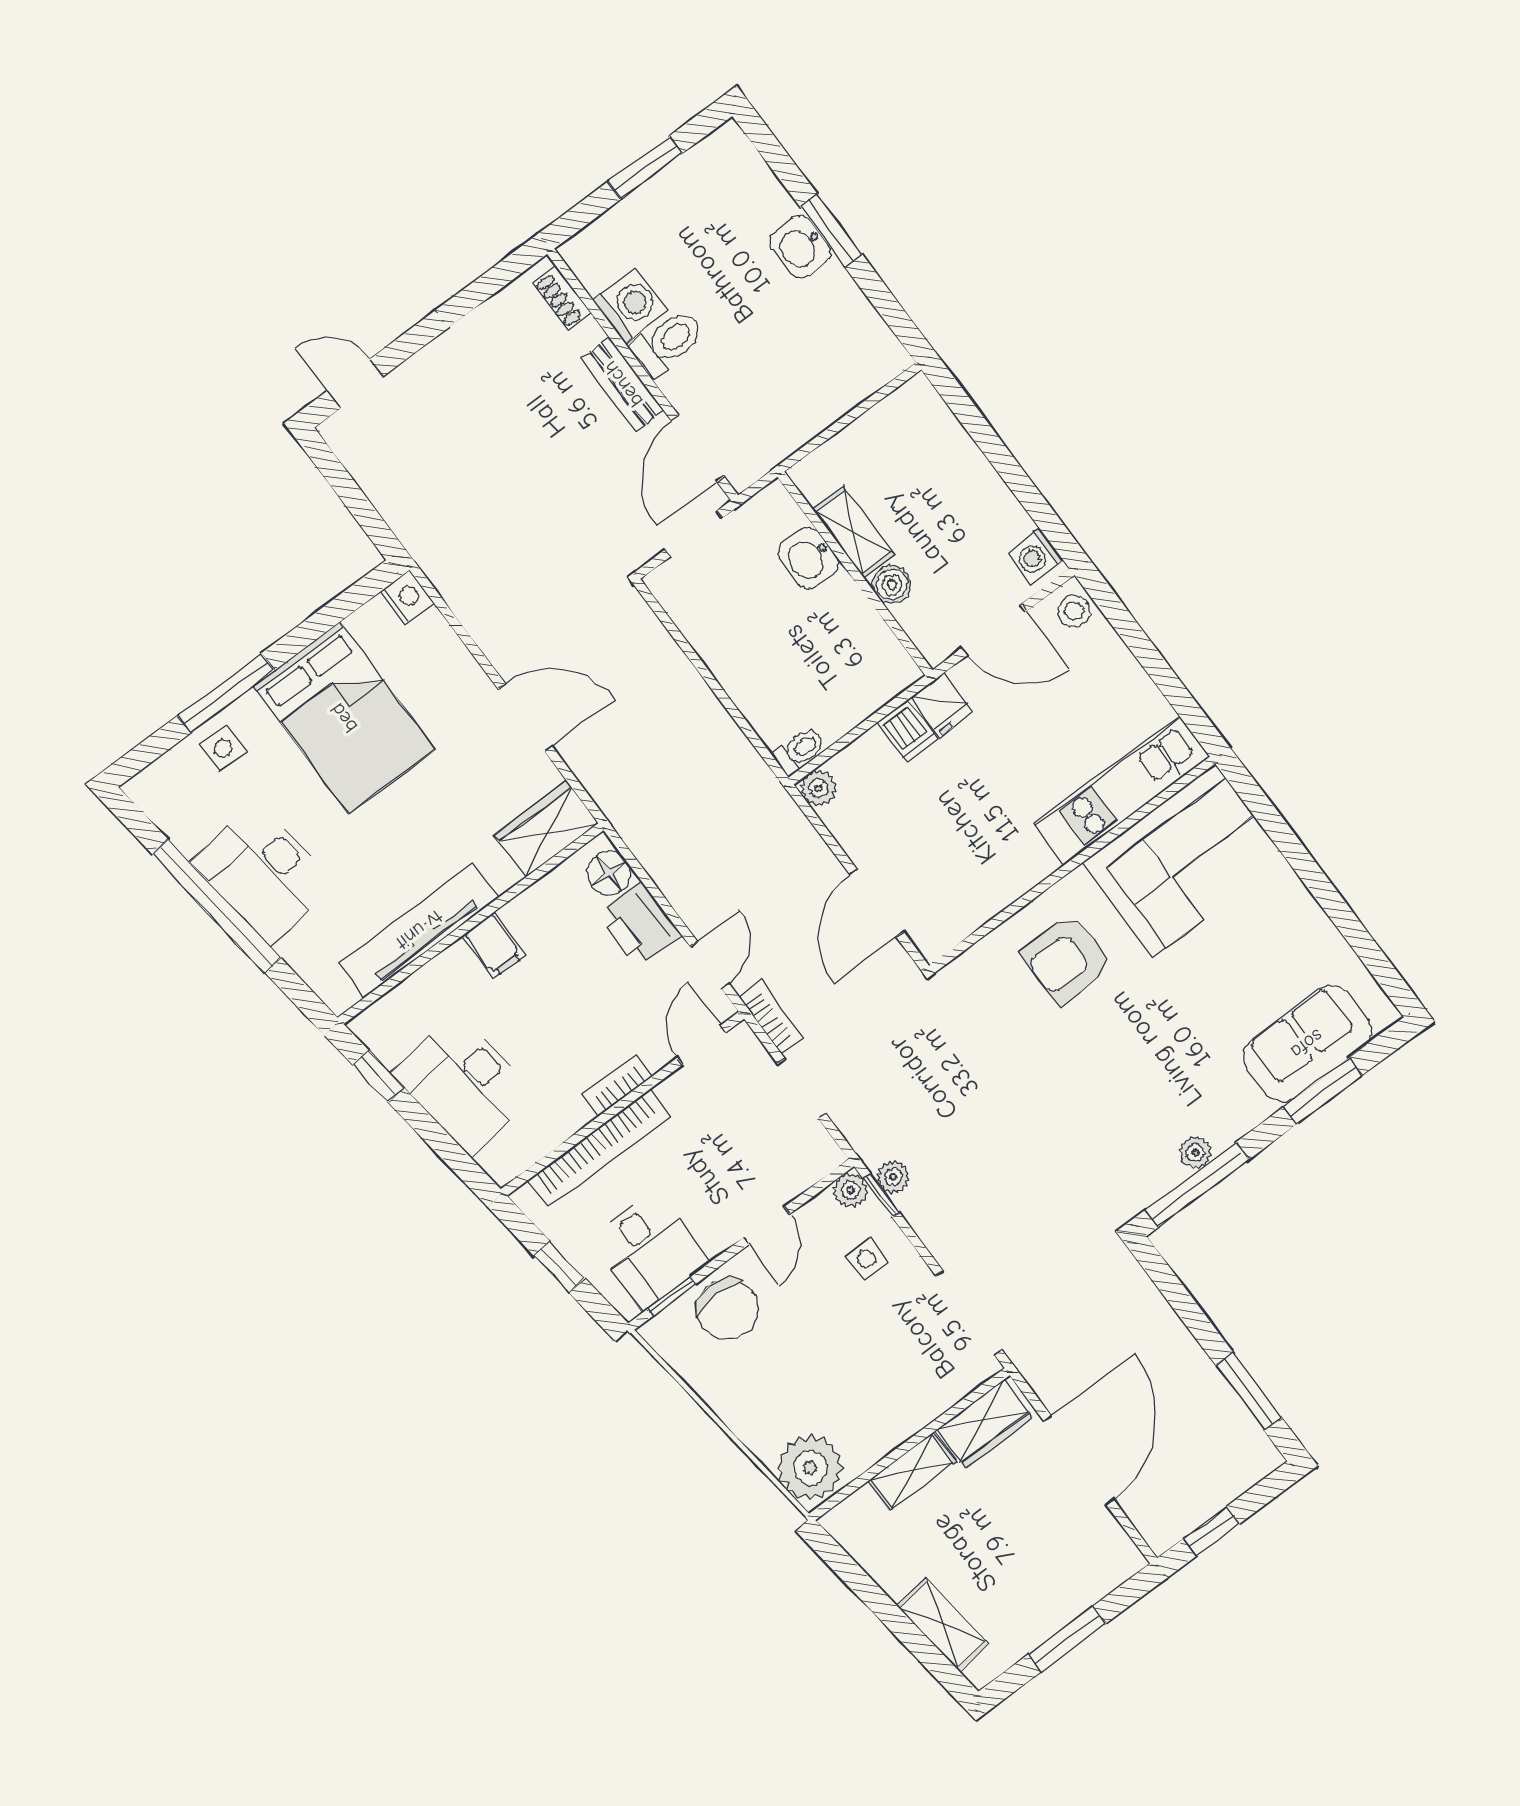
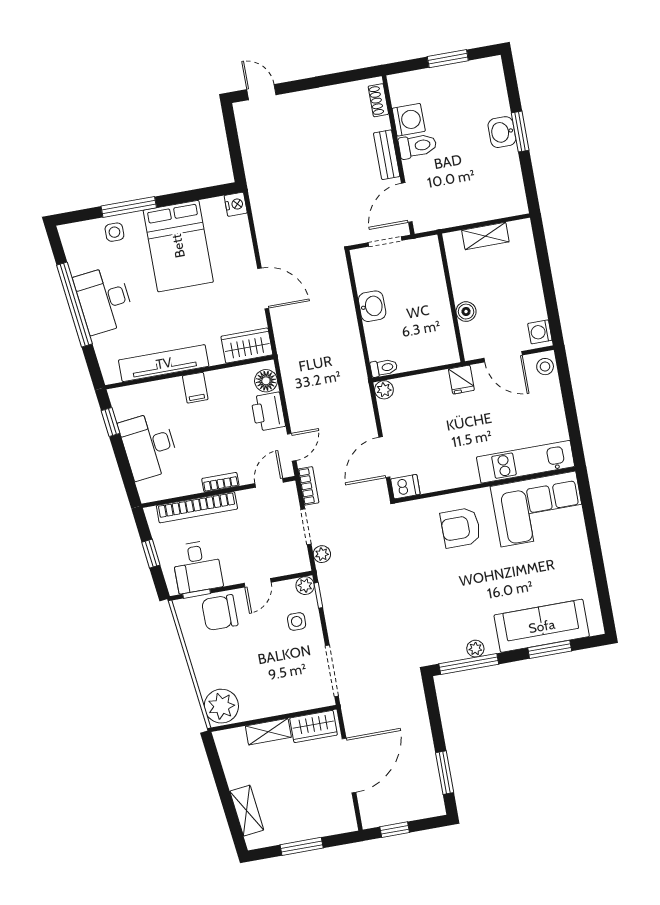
shelving: (853, 532) -> (485, 236), moved, turned 90
washbasin: (809, 558) -> (372, 306), moved, turned 180
dishwasher: (907, 731) -> (405, 487), moved, turned -90
sofa: (1307, 1044) -> (542, 626), width x1.36
plant: (893, 1177) -> (322, 554), moved
chair: (727, 1309) -> (220, 613), turned 90

